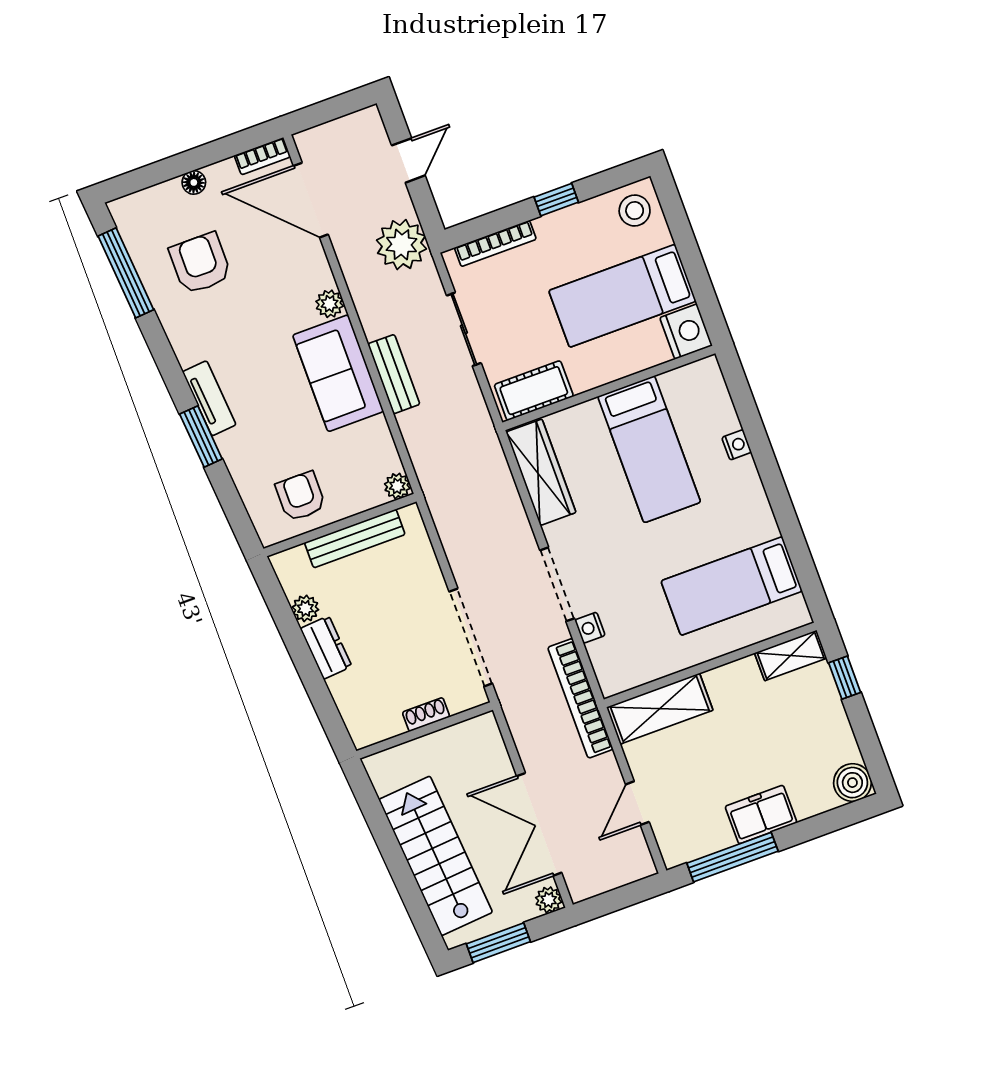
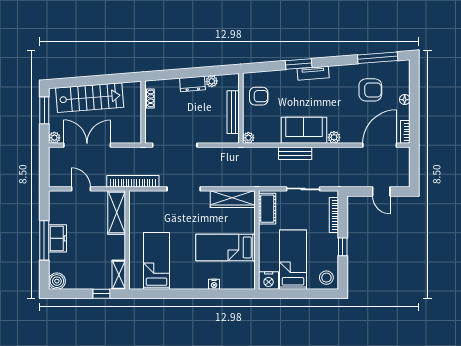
plant: (402, 245) -> (348, 176), removed
nightstand: (590, 628) -> (161, 196), removed
shoe rack: (426, 715) -> (150, 99), moved
window: (732, 857) -> (44, 240), moved

